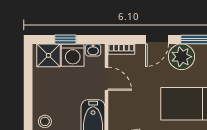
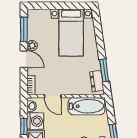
plant: (182, 57) -> (32, 45), width x0.53, depth x0.53
door: (107, 79) -> (53, 96), swing flipped

